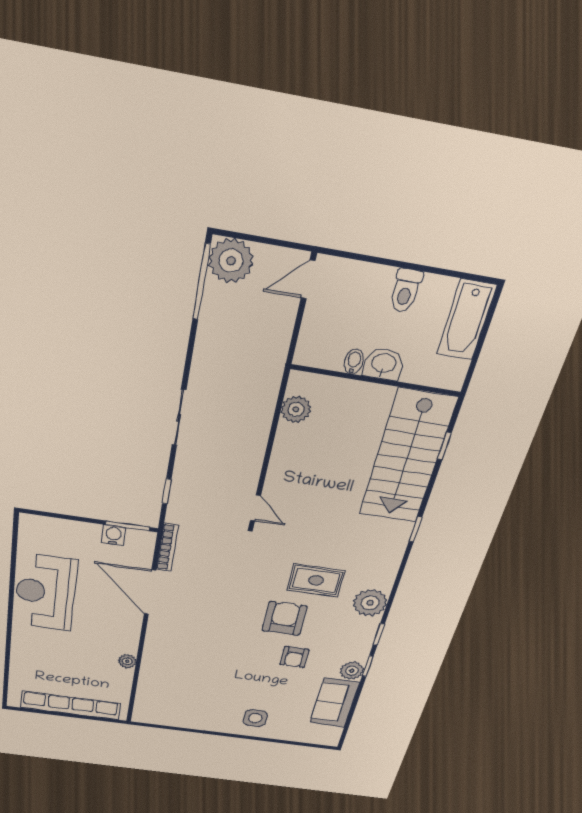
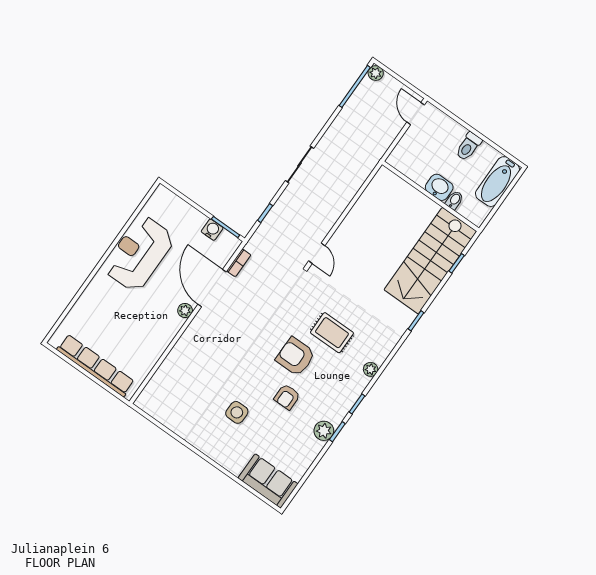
plant: (231, 261) -> (376, 73), width x0.53, depth x0.53
door: (308, 280) -> (416, 114), hinge flipped
bidet: (354, 362) -> (454, 200), moved
plant: (296, 409) -> (374, 193), removed
bookcase: (167, 547) -> (239, 263), width x0.64
plant: (370, 603) -> (371, 369), width x0.53, depth x0.53
armchair: (284, 618) -> (295, 357), turned -90
plant: (127, 661) -> (185, 311), moved
sofa: (334, 703) -> (268, 481), moved, turned 90
side table: (255, 718) -> (237, 412), moved

